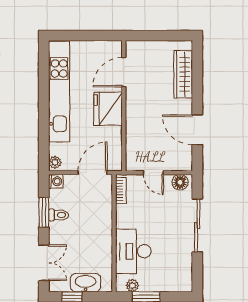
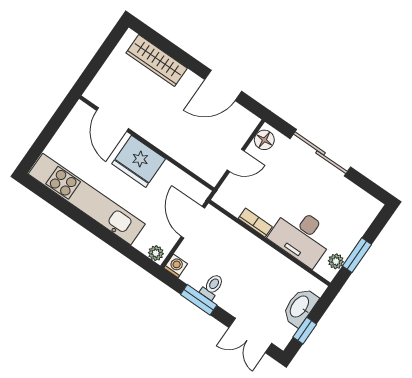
bookcase: (121, 190) -> (255, 223), moved
double door: (44, 263) -> (250, 335), swing flipped

